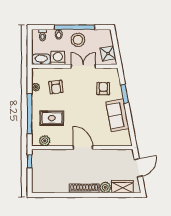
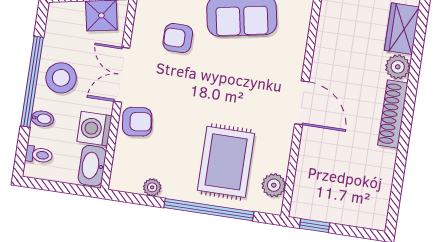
armchair: (56, 87) -> (137, 122), moved
rug: (52, 118) -> (226, 162), width x1.36, depth x1.43
door: (83, 148) -> (302, 103), swing flipped

